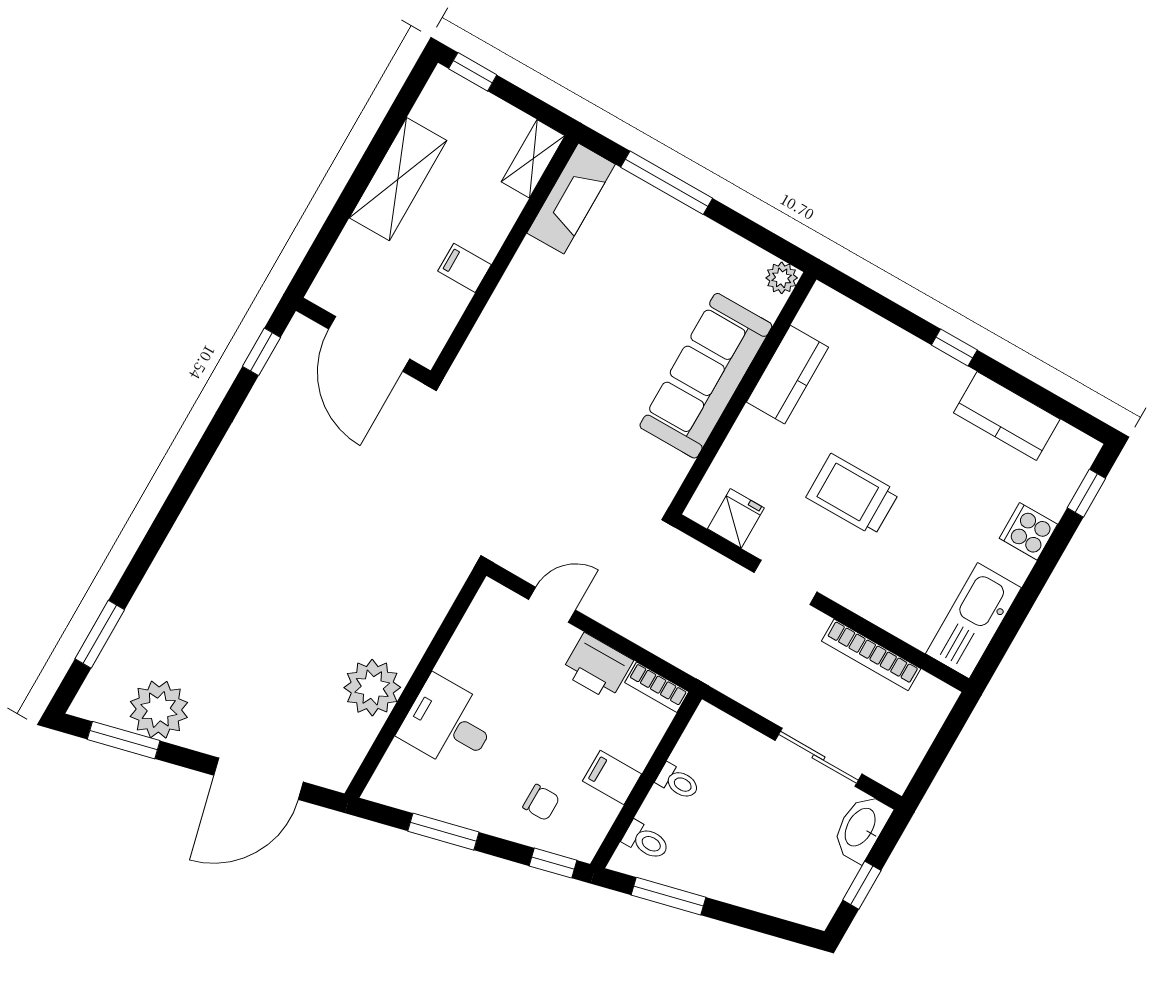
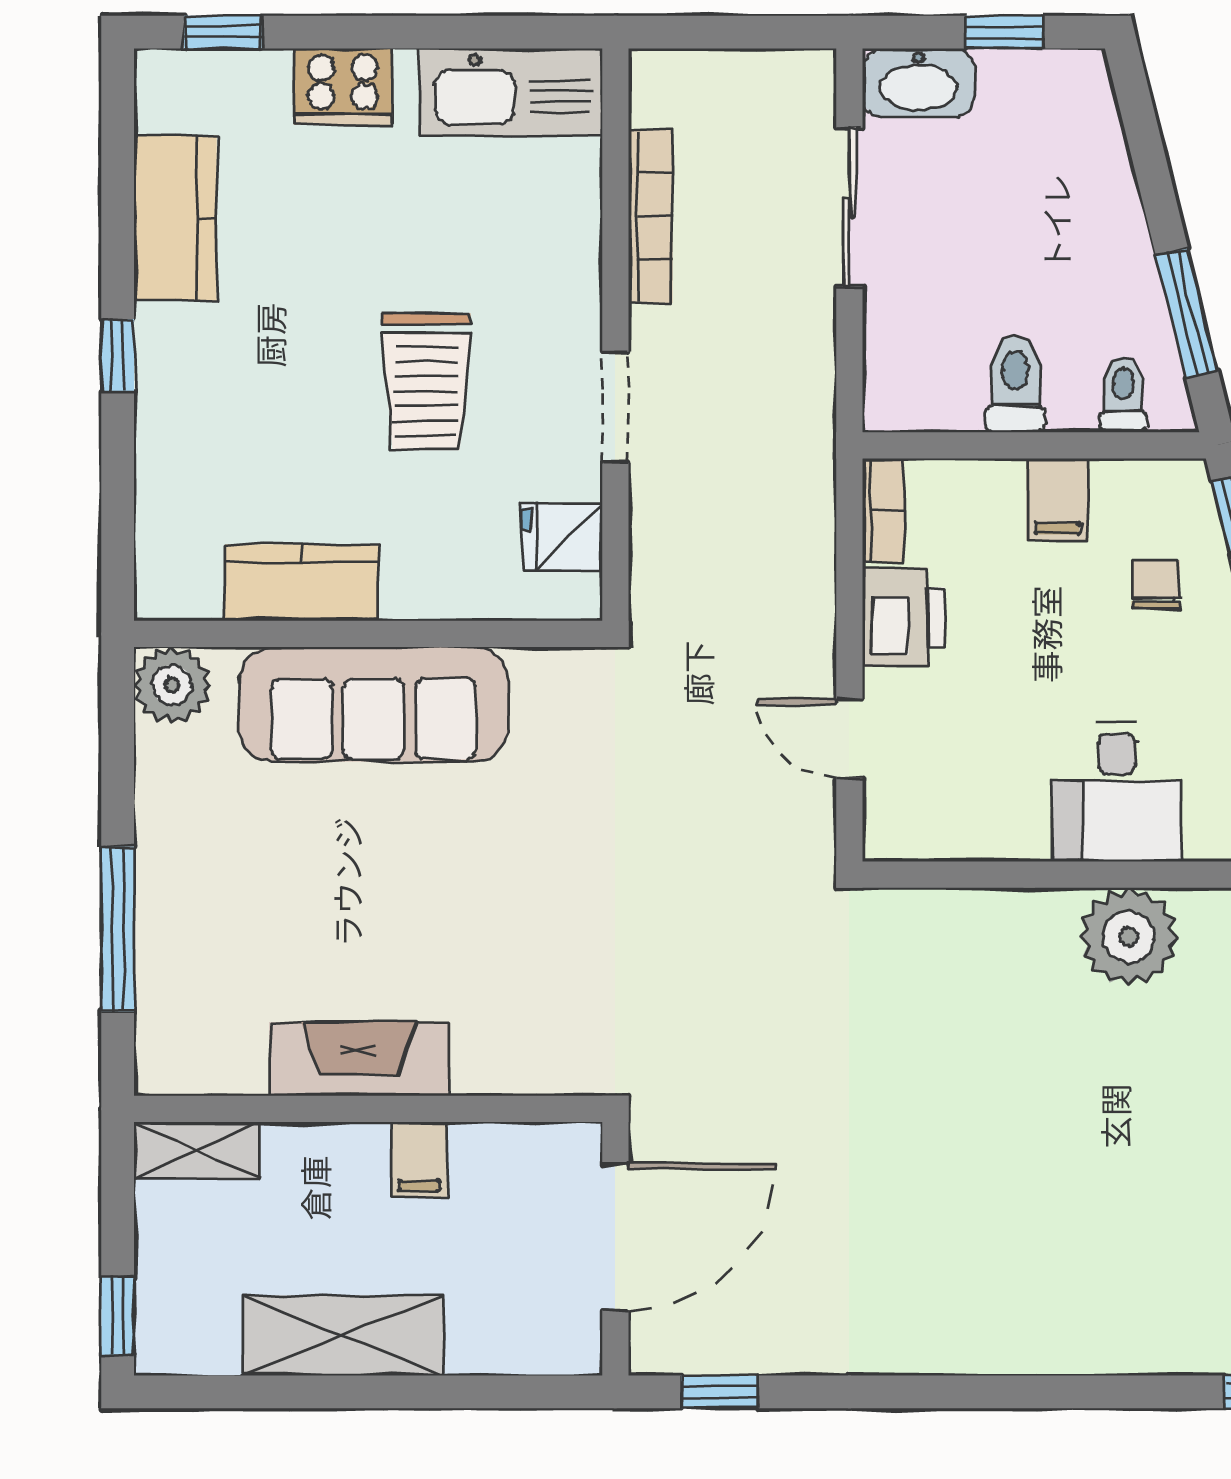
fireplace: (571, 199) -> (359, 1059), moved
plant: (782, 278) -> (172, 685), width x1.38, depth x1.38
cooker: (1028, 531) -> (343, 86), width x1.36
toilet: (678, 782) -> (1015, 384), width x1.37, depth x1.39

